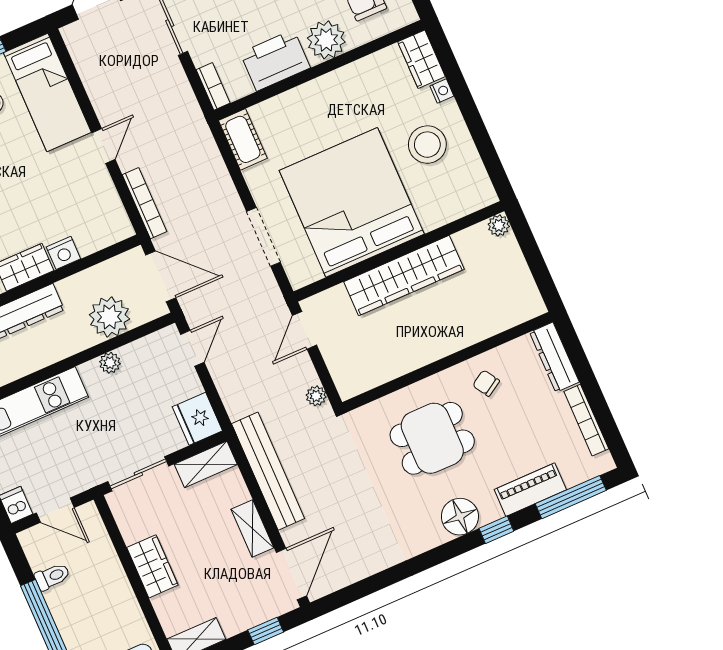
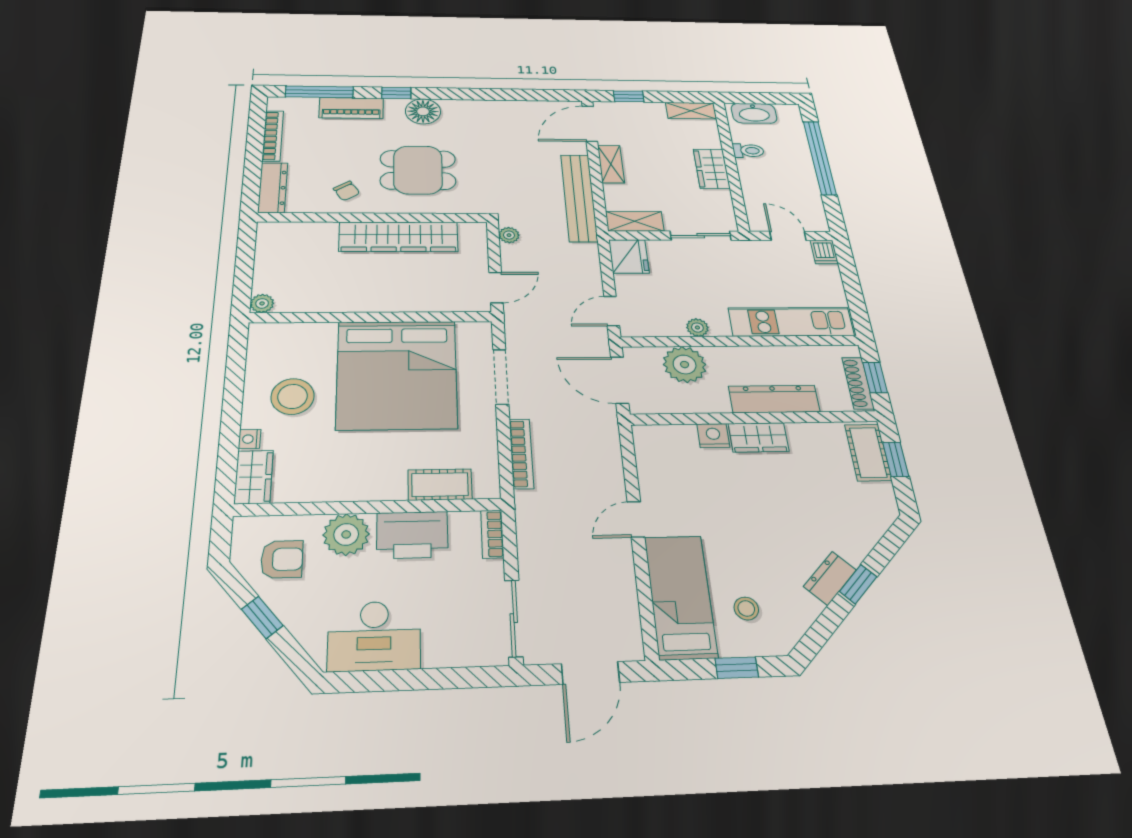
cot: (243, 139) -> (440, 485), moved, turned 90
bookcase: (144, 203) -> (521, 454), moved, turned 180
wardrobe: (404, 276) -> (399, 237), moved, turned 180
toilet: (52, 576) -> (748, 151), moved, turned 180

